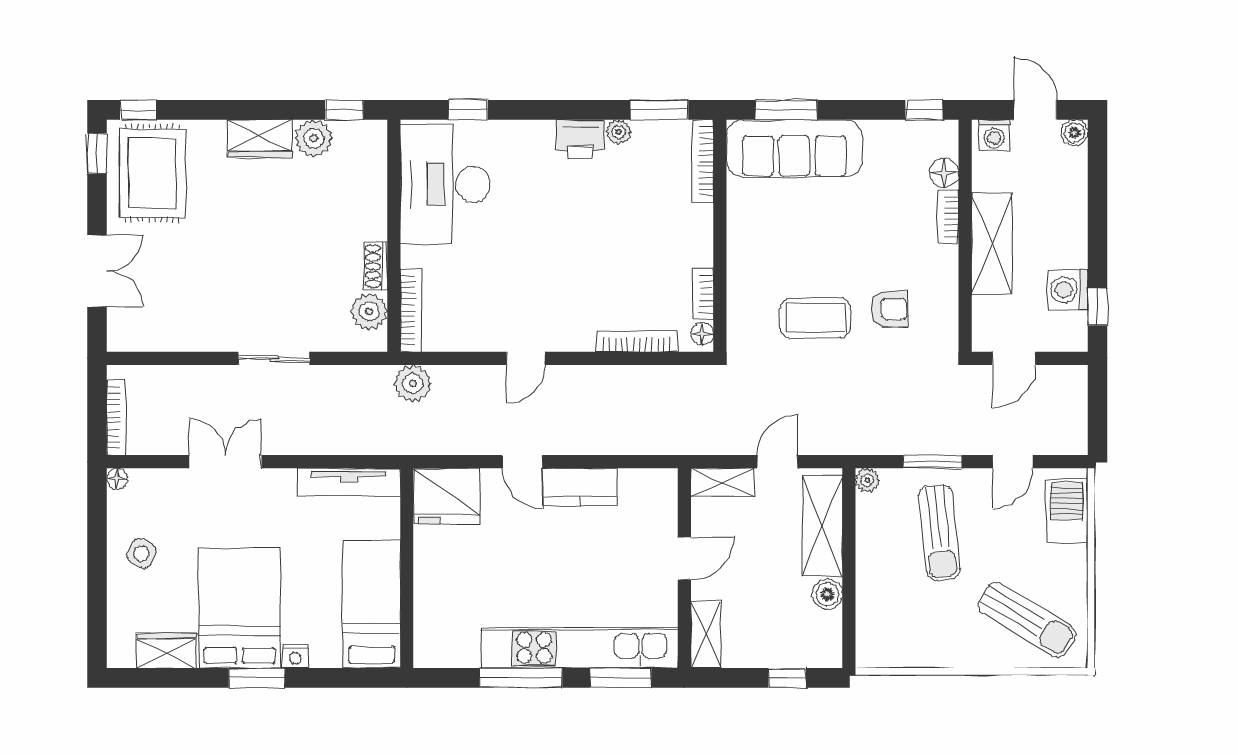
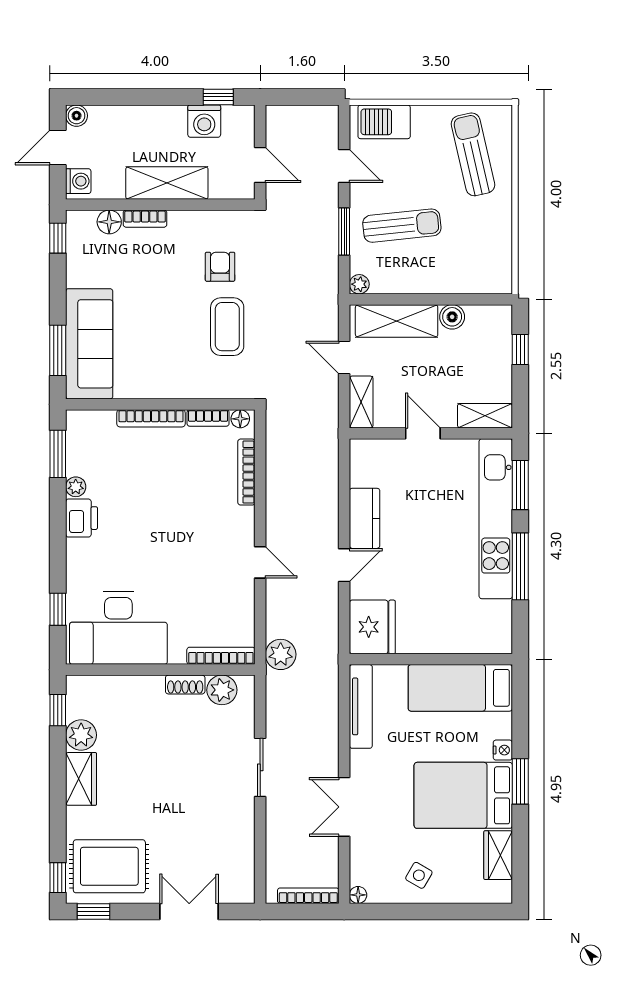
bookcase: (703, 161) -> (151, 418), moved
sun lounger: (1027, 620) -> (473, 154), turned -44

